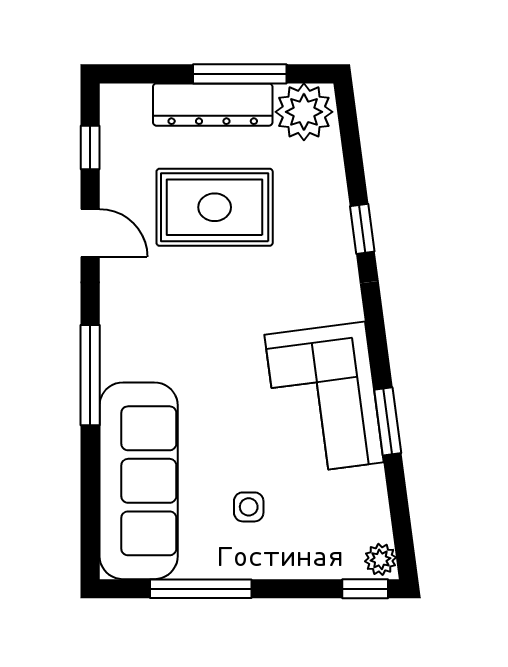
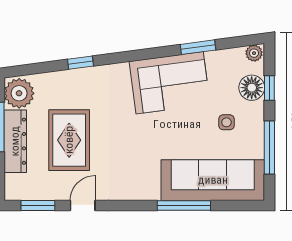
window: (90, 148) -> (38, 206), width x1.50
window: (90, 375) -> (184, 206), moved
window: (388, 421) -> (198, 47), moved
floor lamp: (315, 555) -> (252, 88), added
window: (365, 589) -> (269, 88), moved

